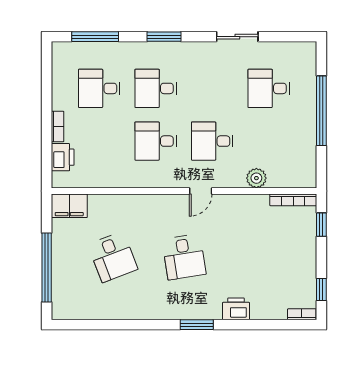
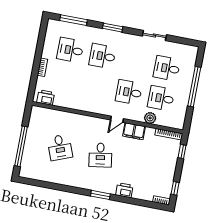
desk: (156, 141) -> (161, 98), moved
printer: (63, 157) -> (46, 97), moved, turned -90
filing cabinet: (69, 206) -> (134, 131), moved

